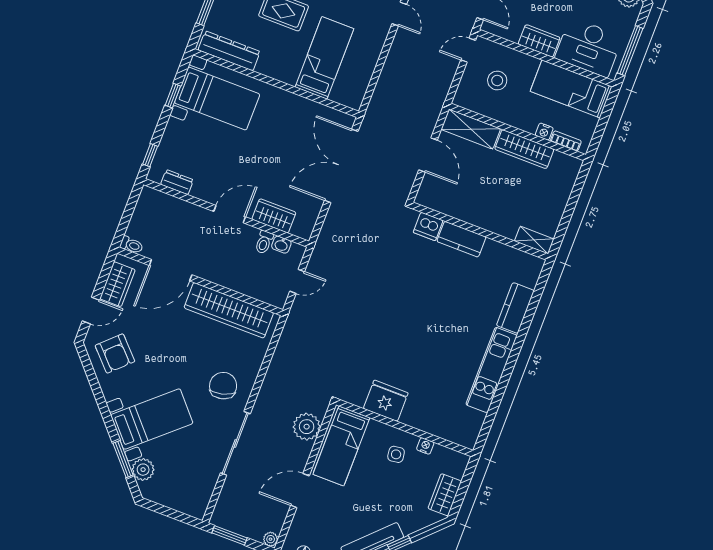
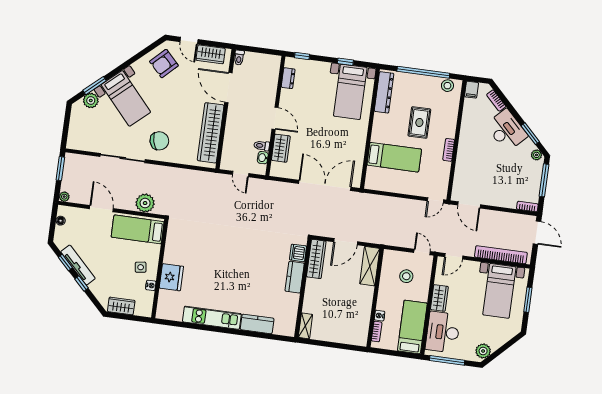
wardrobe: (524, 149) -> (316, 259), moved, turned 180
fridge: (386, 401) -> (171, 277), moved

